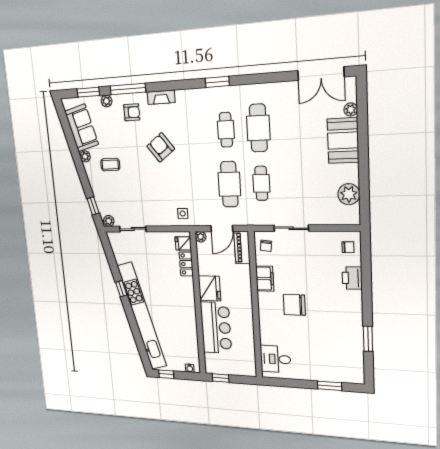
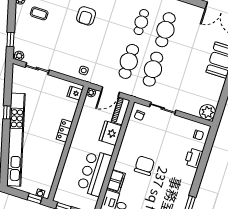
armchair: (161, 147) -> (86, 16), turned -143
cafe table: (261, 183) -> (153, 69), width x1.37, depth x1.35
plant: (349, 194) -> (207, 112), moved
locker: (186, 264) -> (64, 131), moved
filing cabinet: (265, 279) -> (116, 181), moved
fridge: (210, 288) -> (110, 133), moved, turned 180
chair: (294, 305) -> (144, 166), turned 90
bar counter: (216, 328) -> (94, 173), moved, turned 180
window: (166, 374) -> (35, 199), moved

